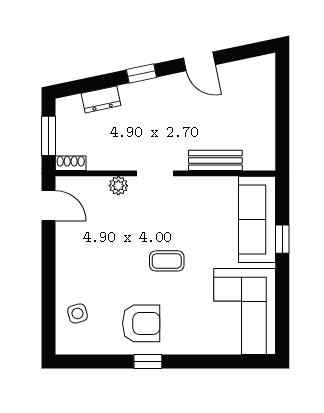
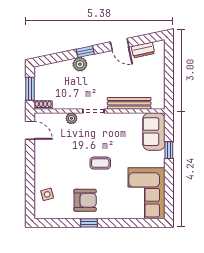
plant: (133, 95) -> (80, 64), added
dresser: (101, 99) -> (143, 50), moved
bench: (215, 160) -> (129, 103), width x1.36
sofa: (257, 219) -> (154, 132), width x0.73

